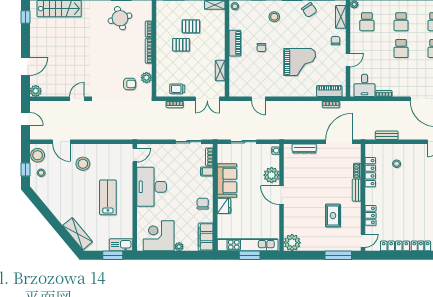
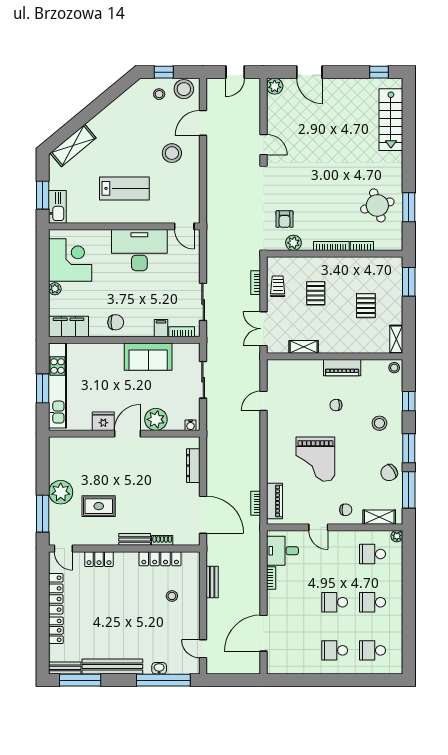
pallet: (181, 45) -> (316, 293), moved
fridge: (224, 206) -> (103, 421), moved, turned 180
plant: (292, 243) -> (61, 492), moved

